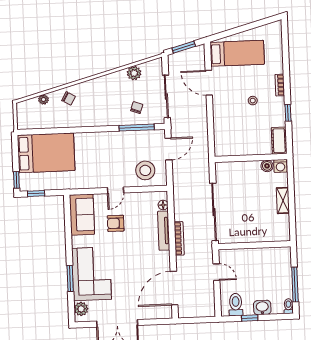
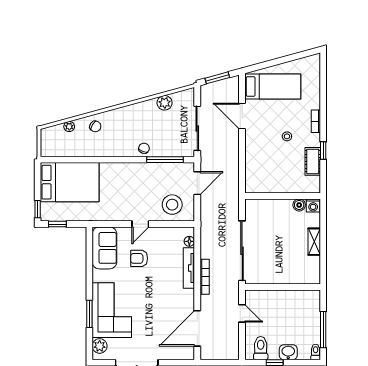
chair: (137, 108) -> (144, 148), moved
cot: (279, 141) -> (313, 161), moved

